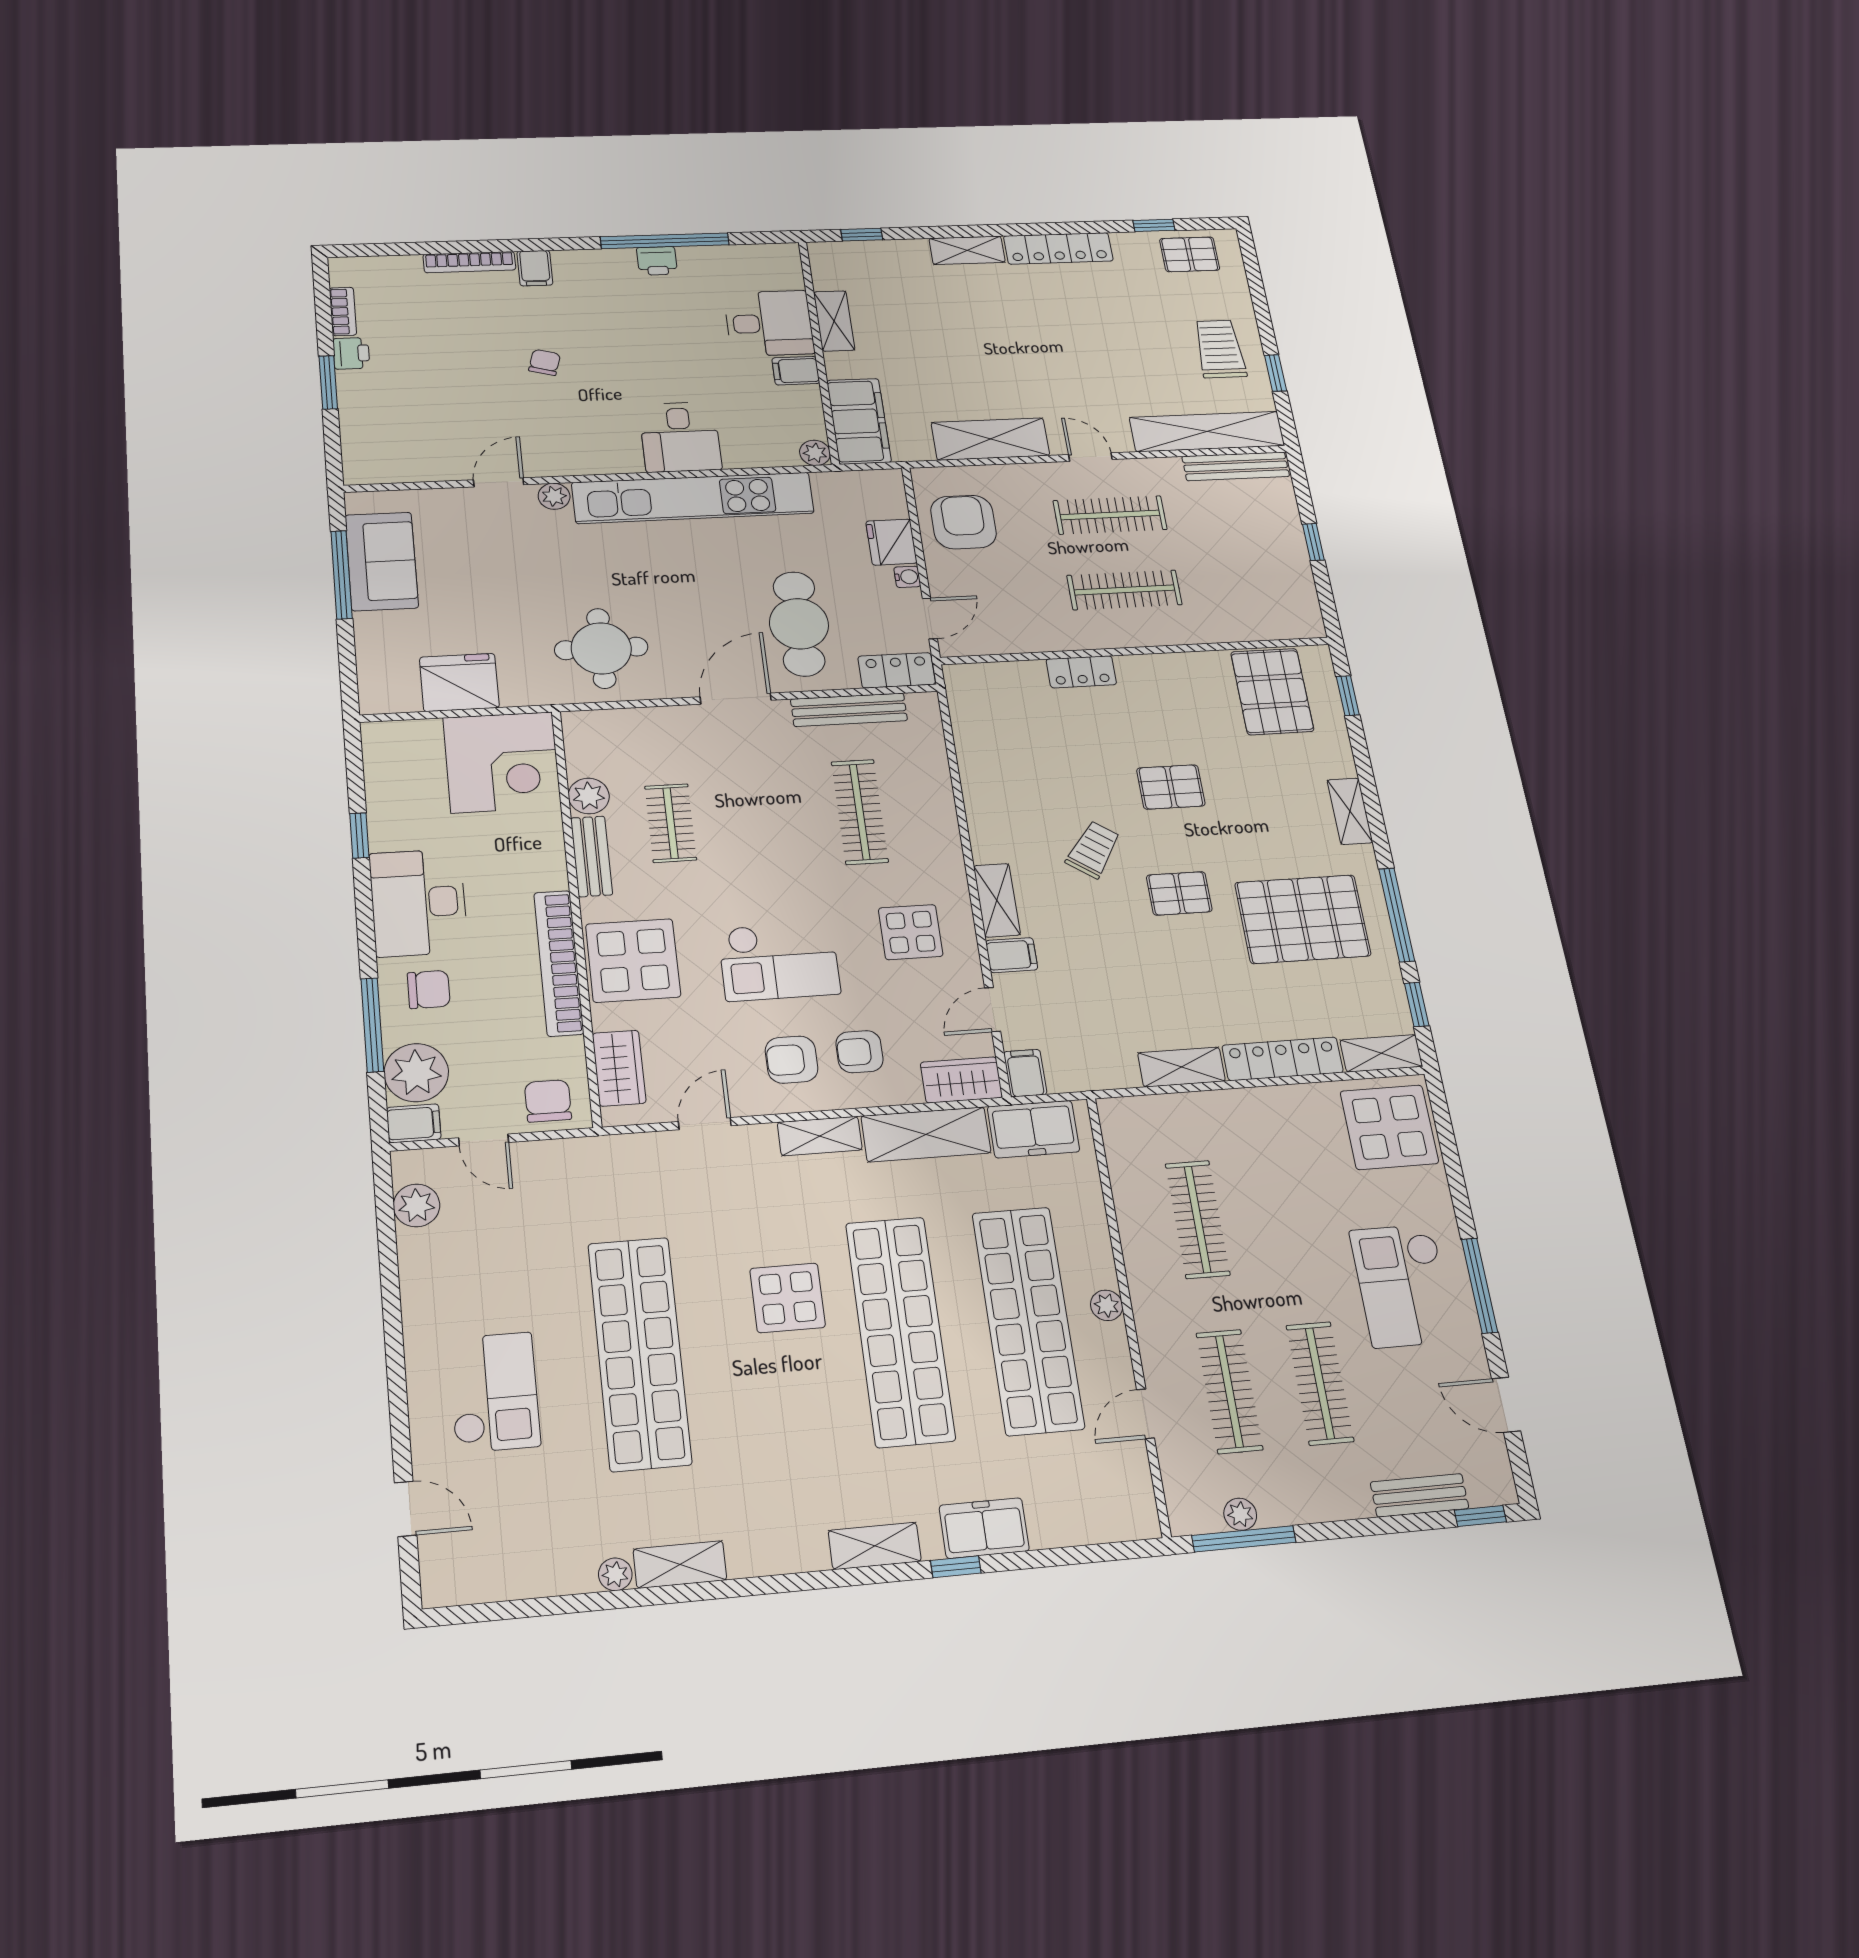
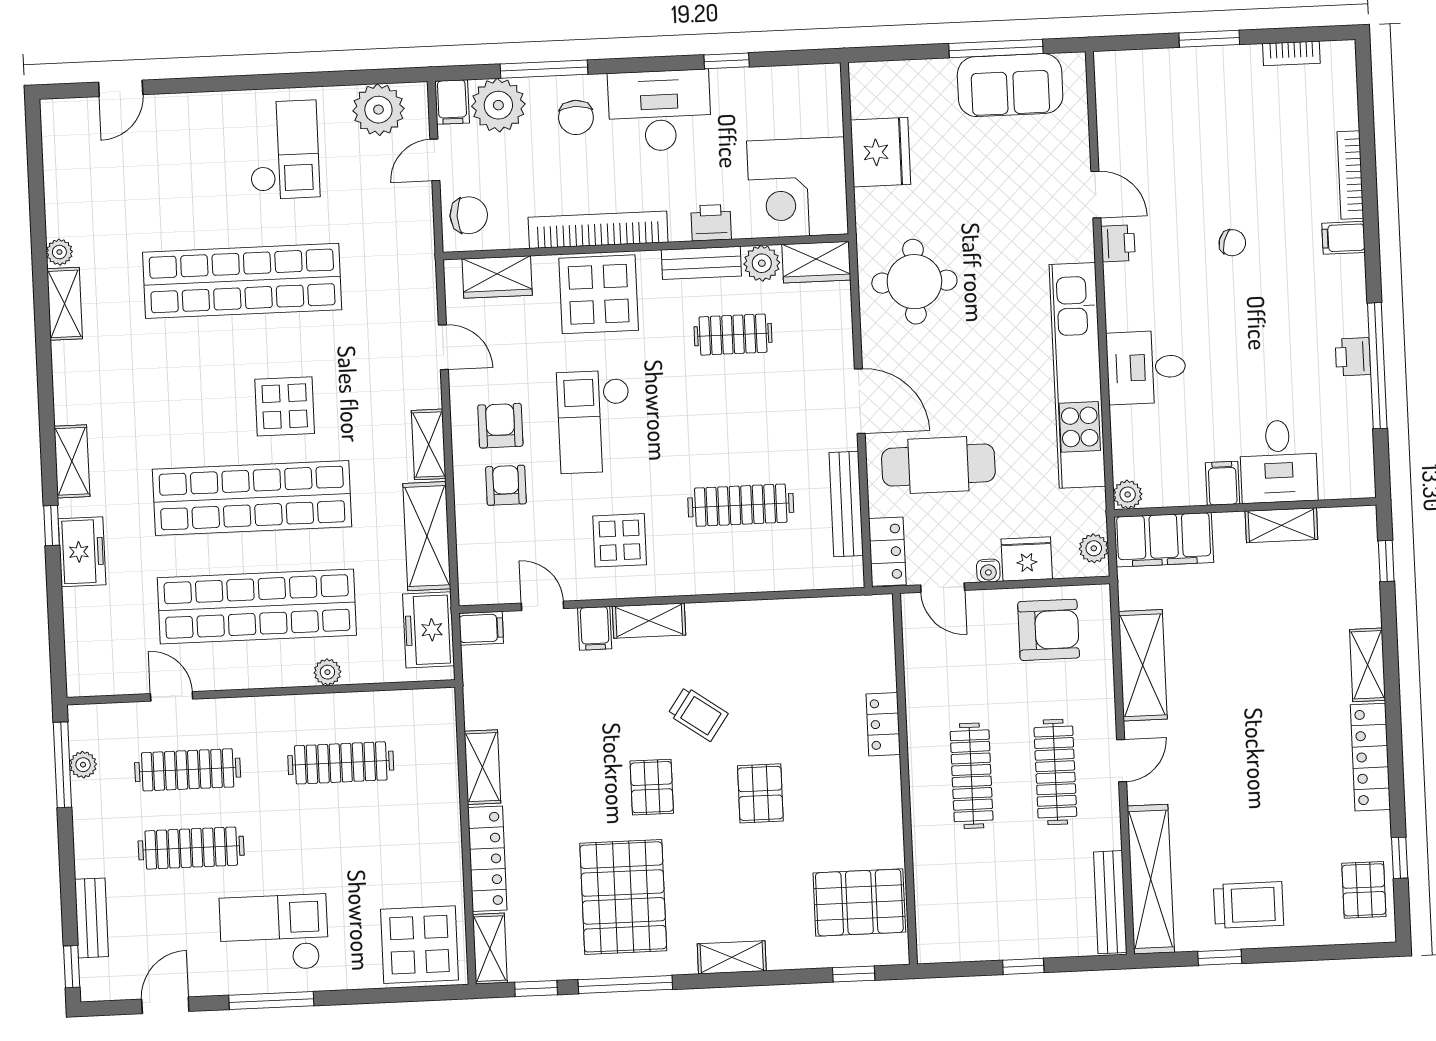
printer: (351, 353) -> (1118, 243), moved, turned -90
plant: (554, 496) -> (1094, 548), moved
printer: (545, 847) -> (711, 223), added
wardrobe: (961, 1080) -> (816, 262), moved, turned 90
plant: (416, 1205) -> (378, 110), width x1.36, depth x1.36
plant: (1107, 1305) -> (327, 672), moved
checkout: (494, 1392) -> (284, 150), moved, turned -90

